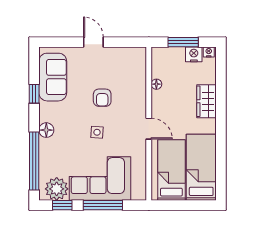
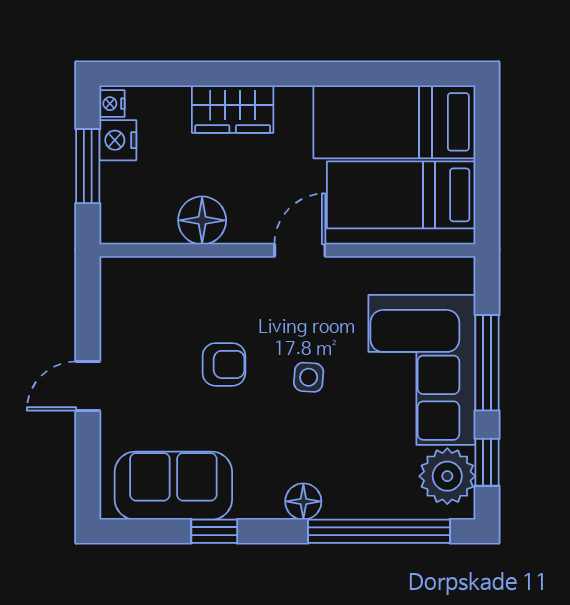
floor lamp: (156, 84) -> (202, 220), width x1.89, depth x1.89

